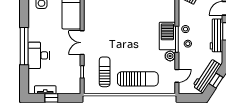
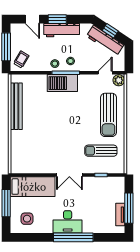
desk: (39, 55) -> (68, 222), moved
plant: (170, 56) -> (119, 80), moved
door: (177, 76) -> (105, 73), hinge flipped
sun lounger: (138, 79) -> (108, 115), turned 180
window: (51, 98) -> (129, 208), width x2.17

